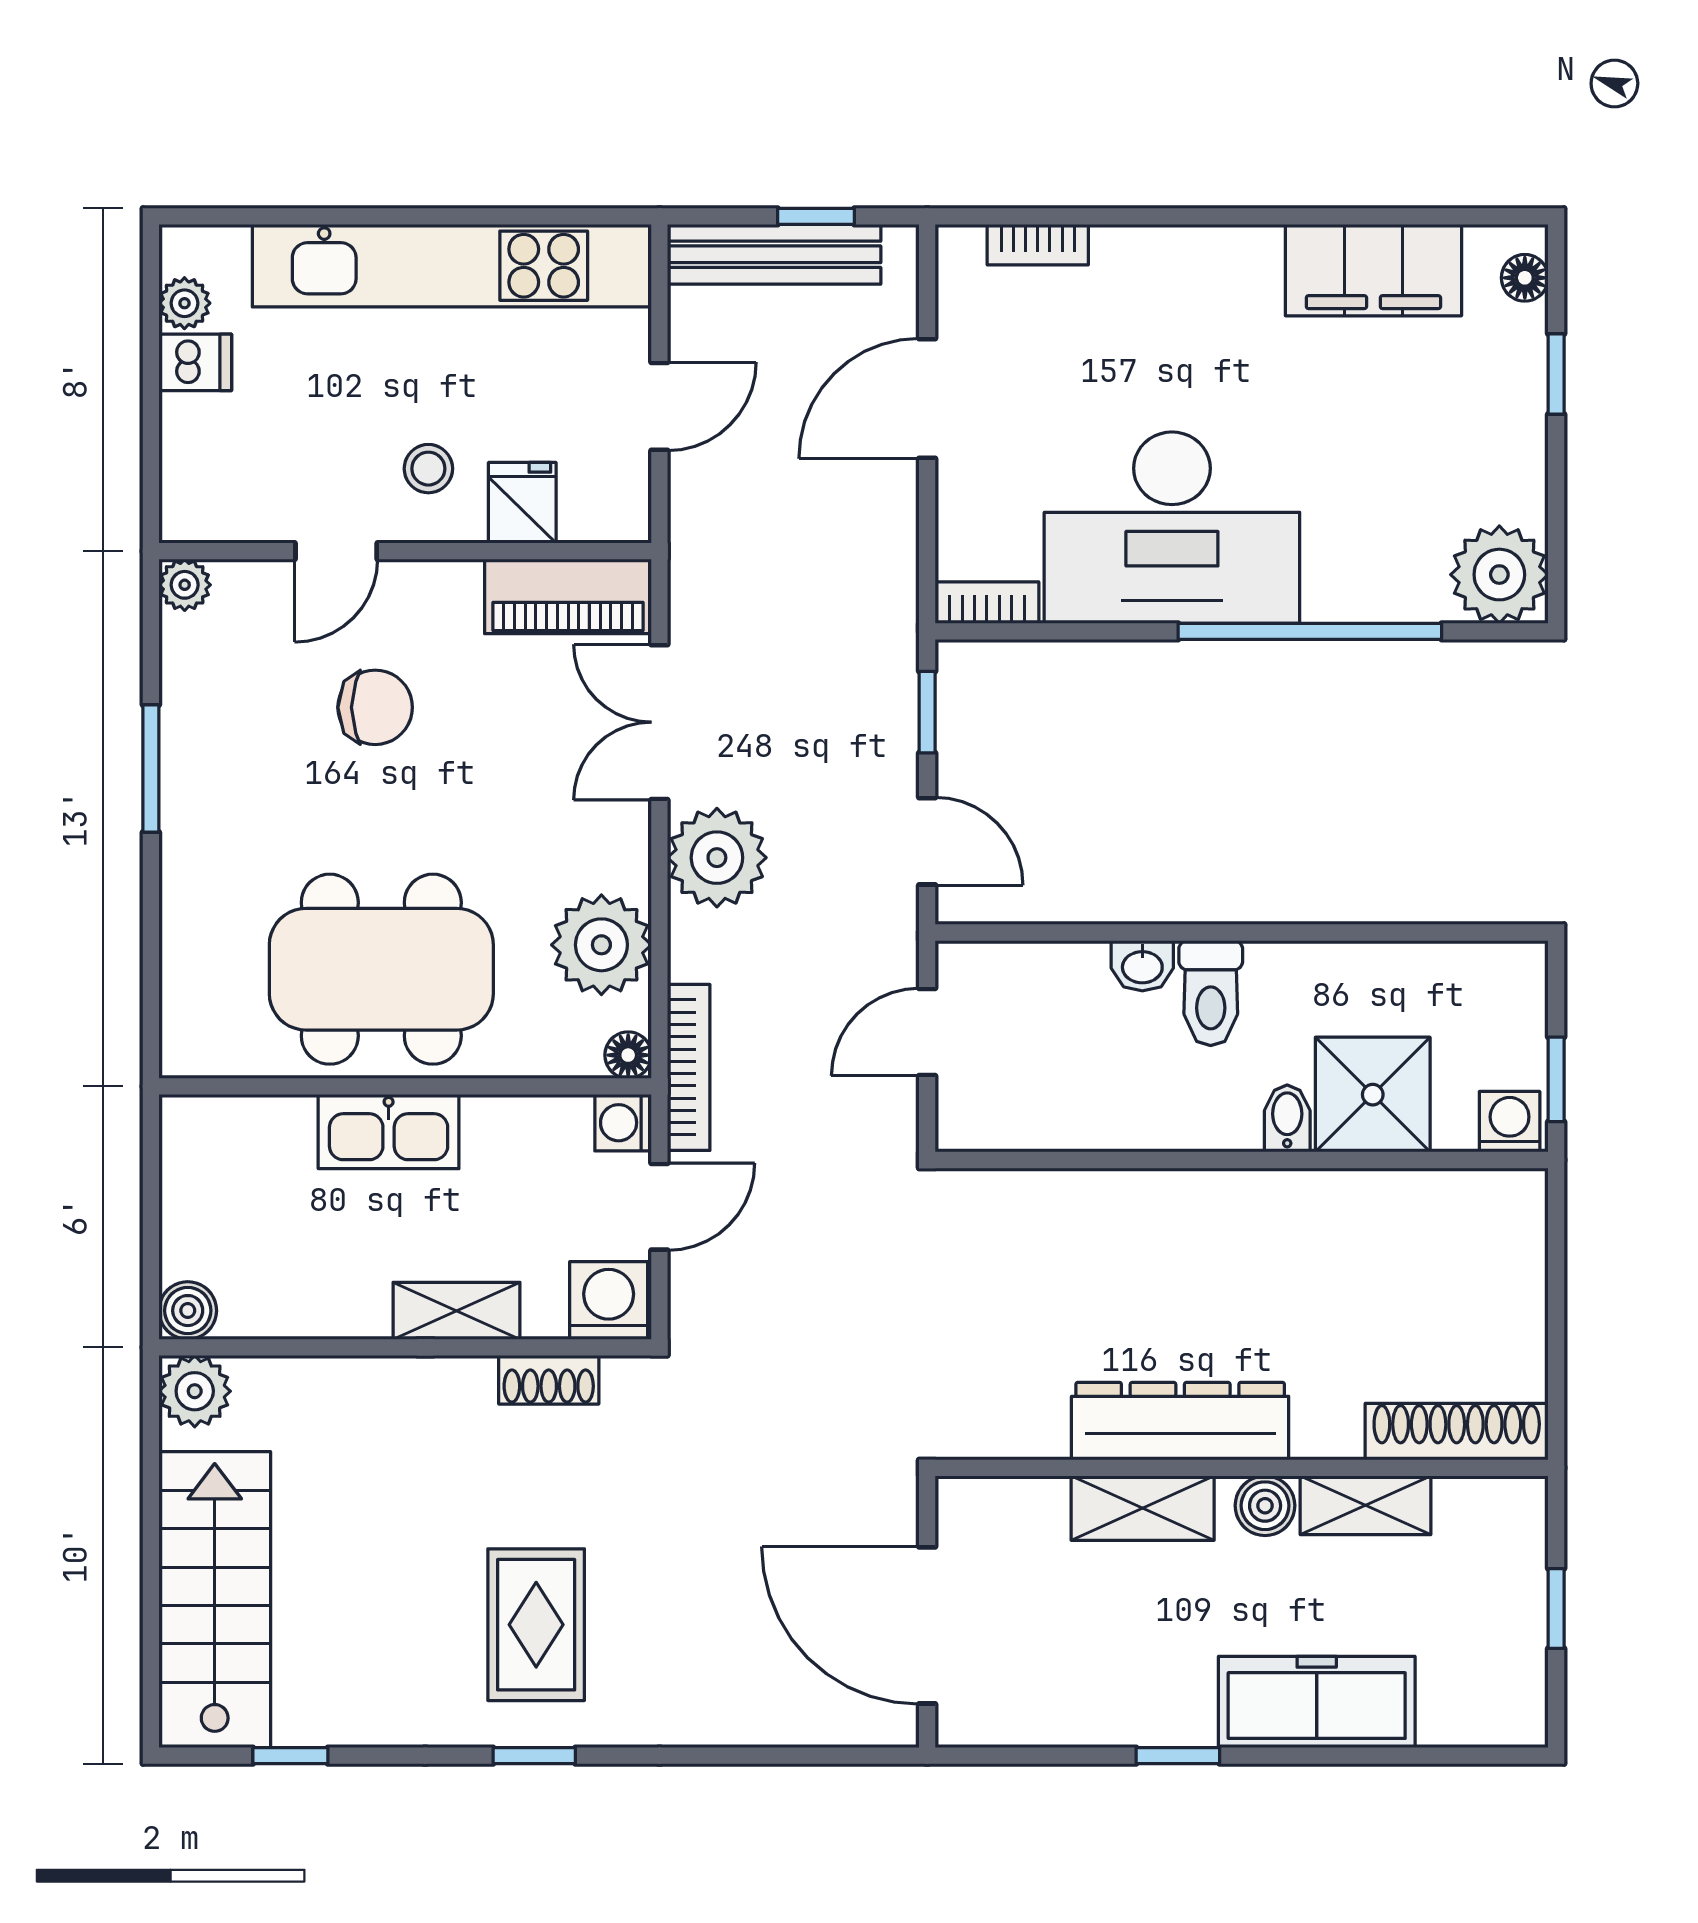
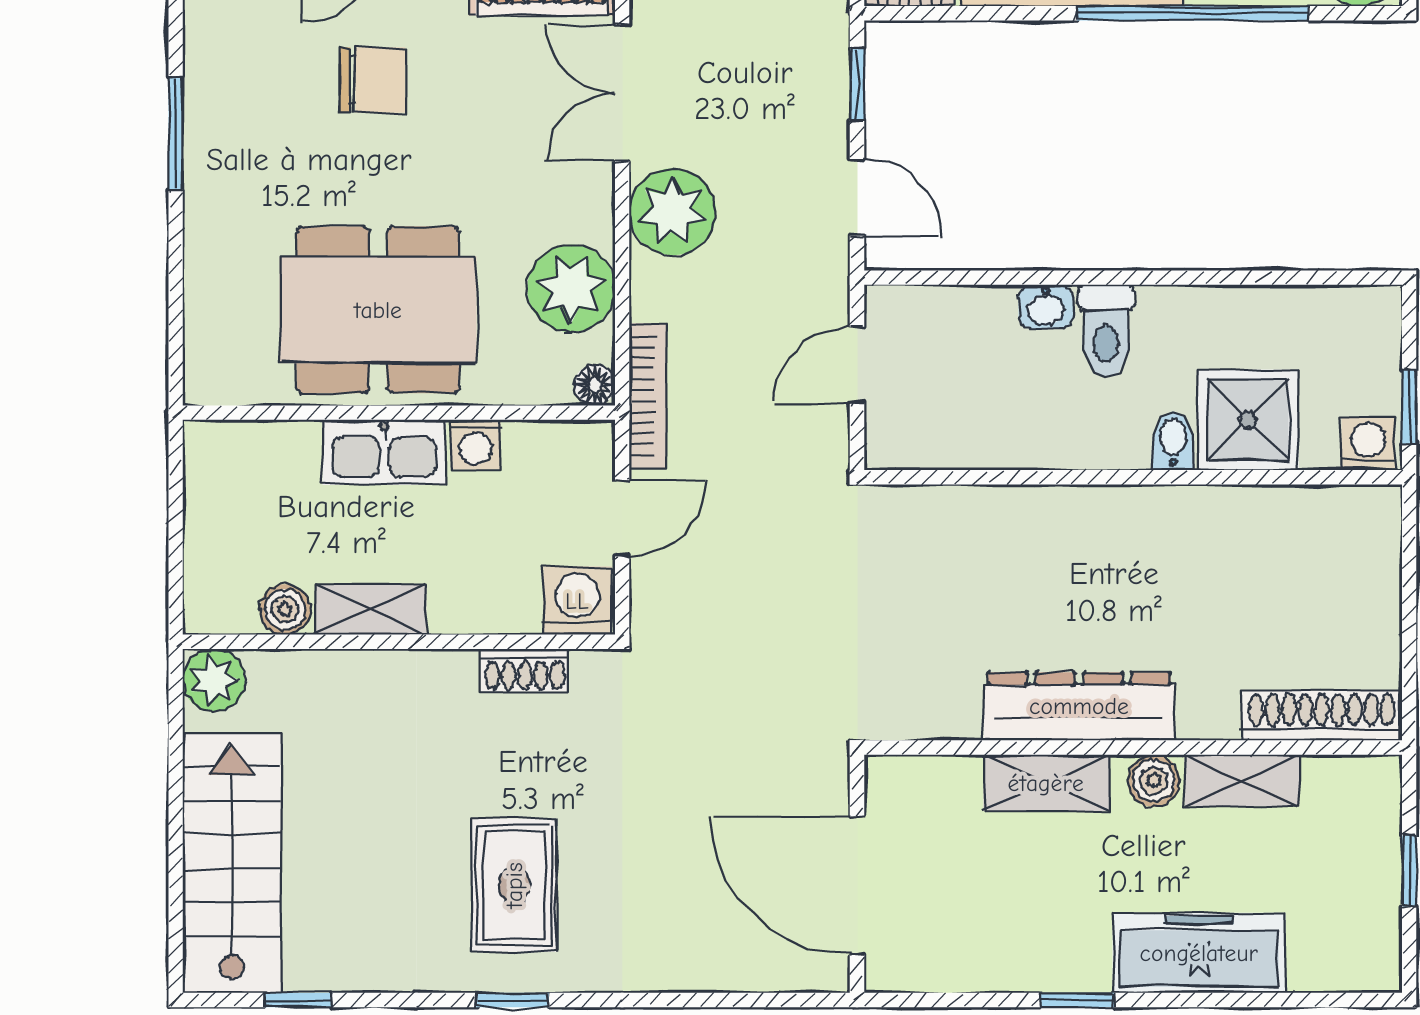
washing machine: (623, 1123) -> (476, 445), moved, turned -90
boiler: (188, 1311) -> (285, 609), moved
shelving: (457, 1311) -> (371, 610), moved

